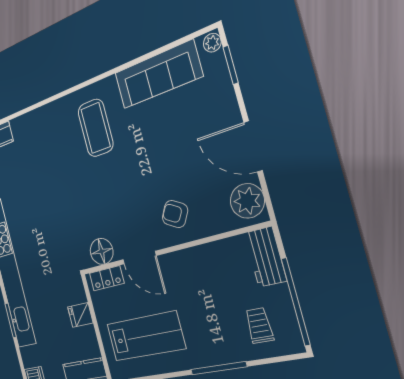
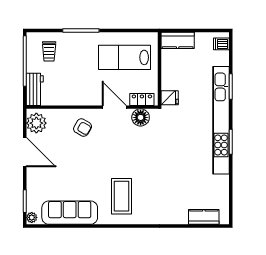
fridge: (80, 315) -> (170, 98), moved

